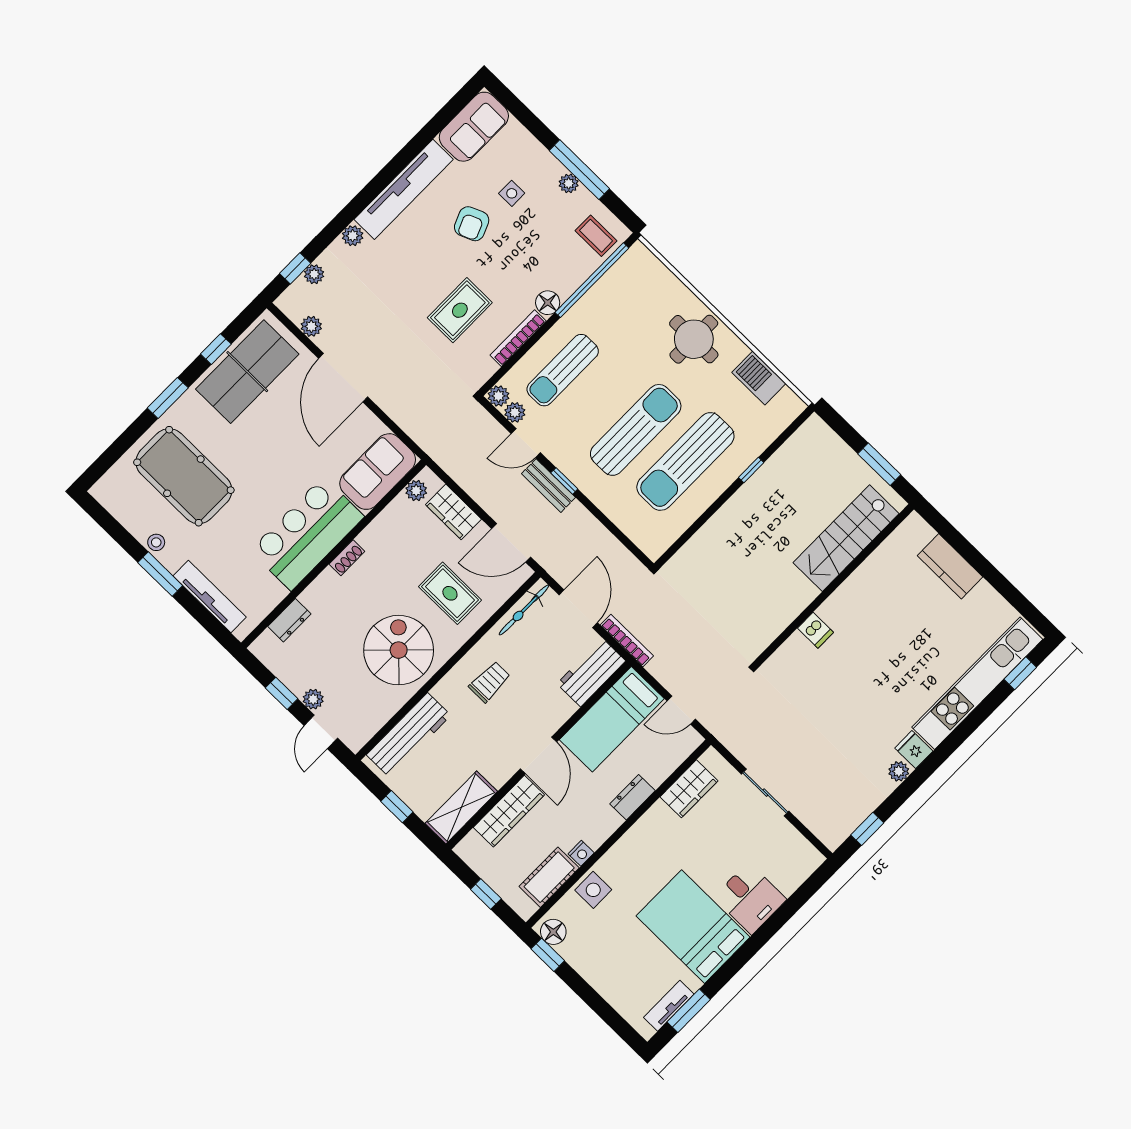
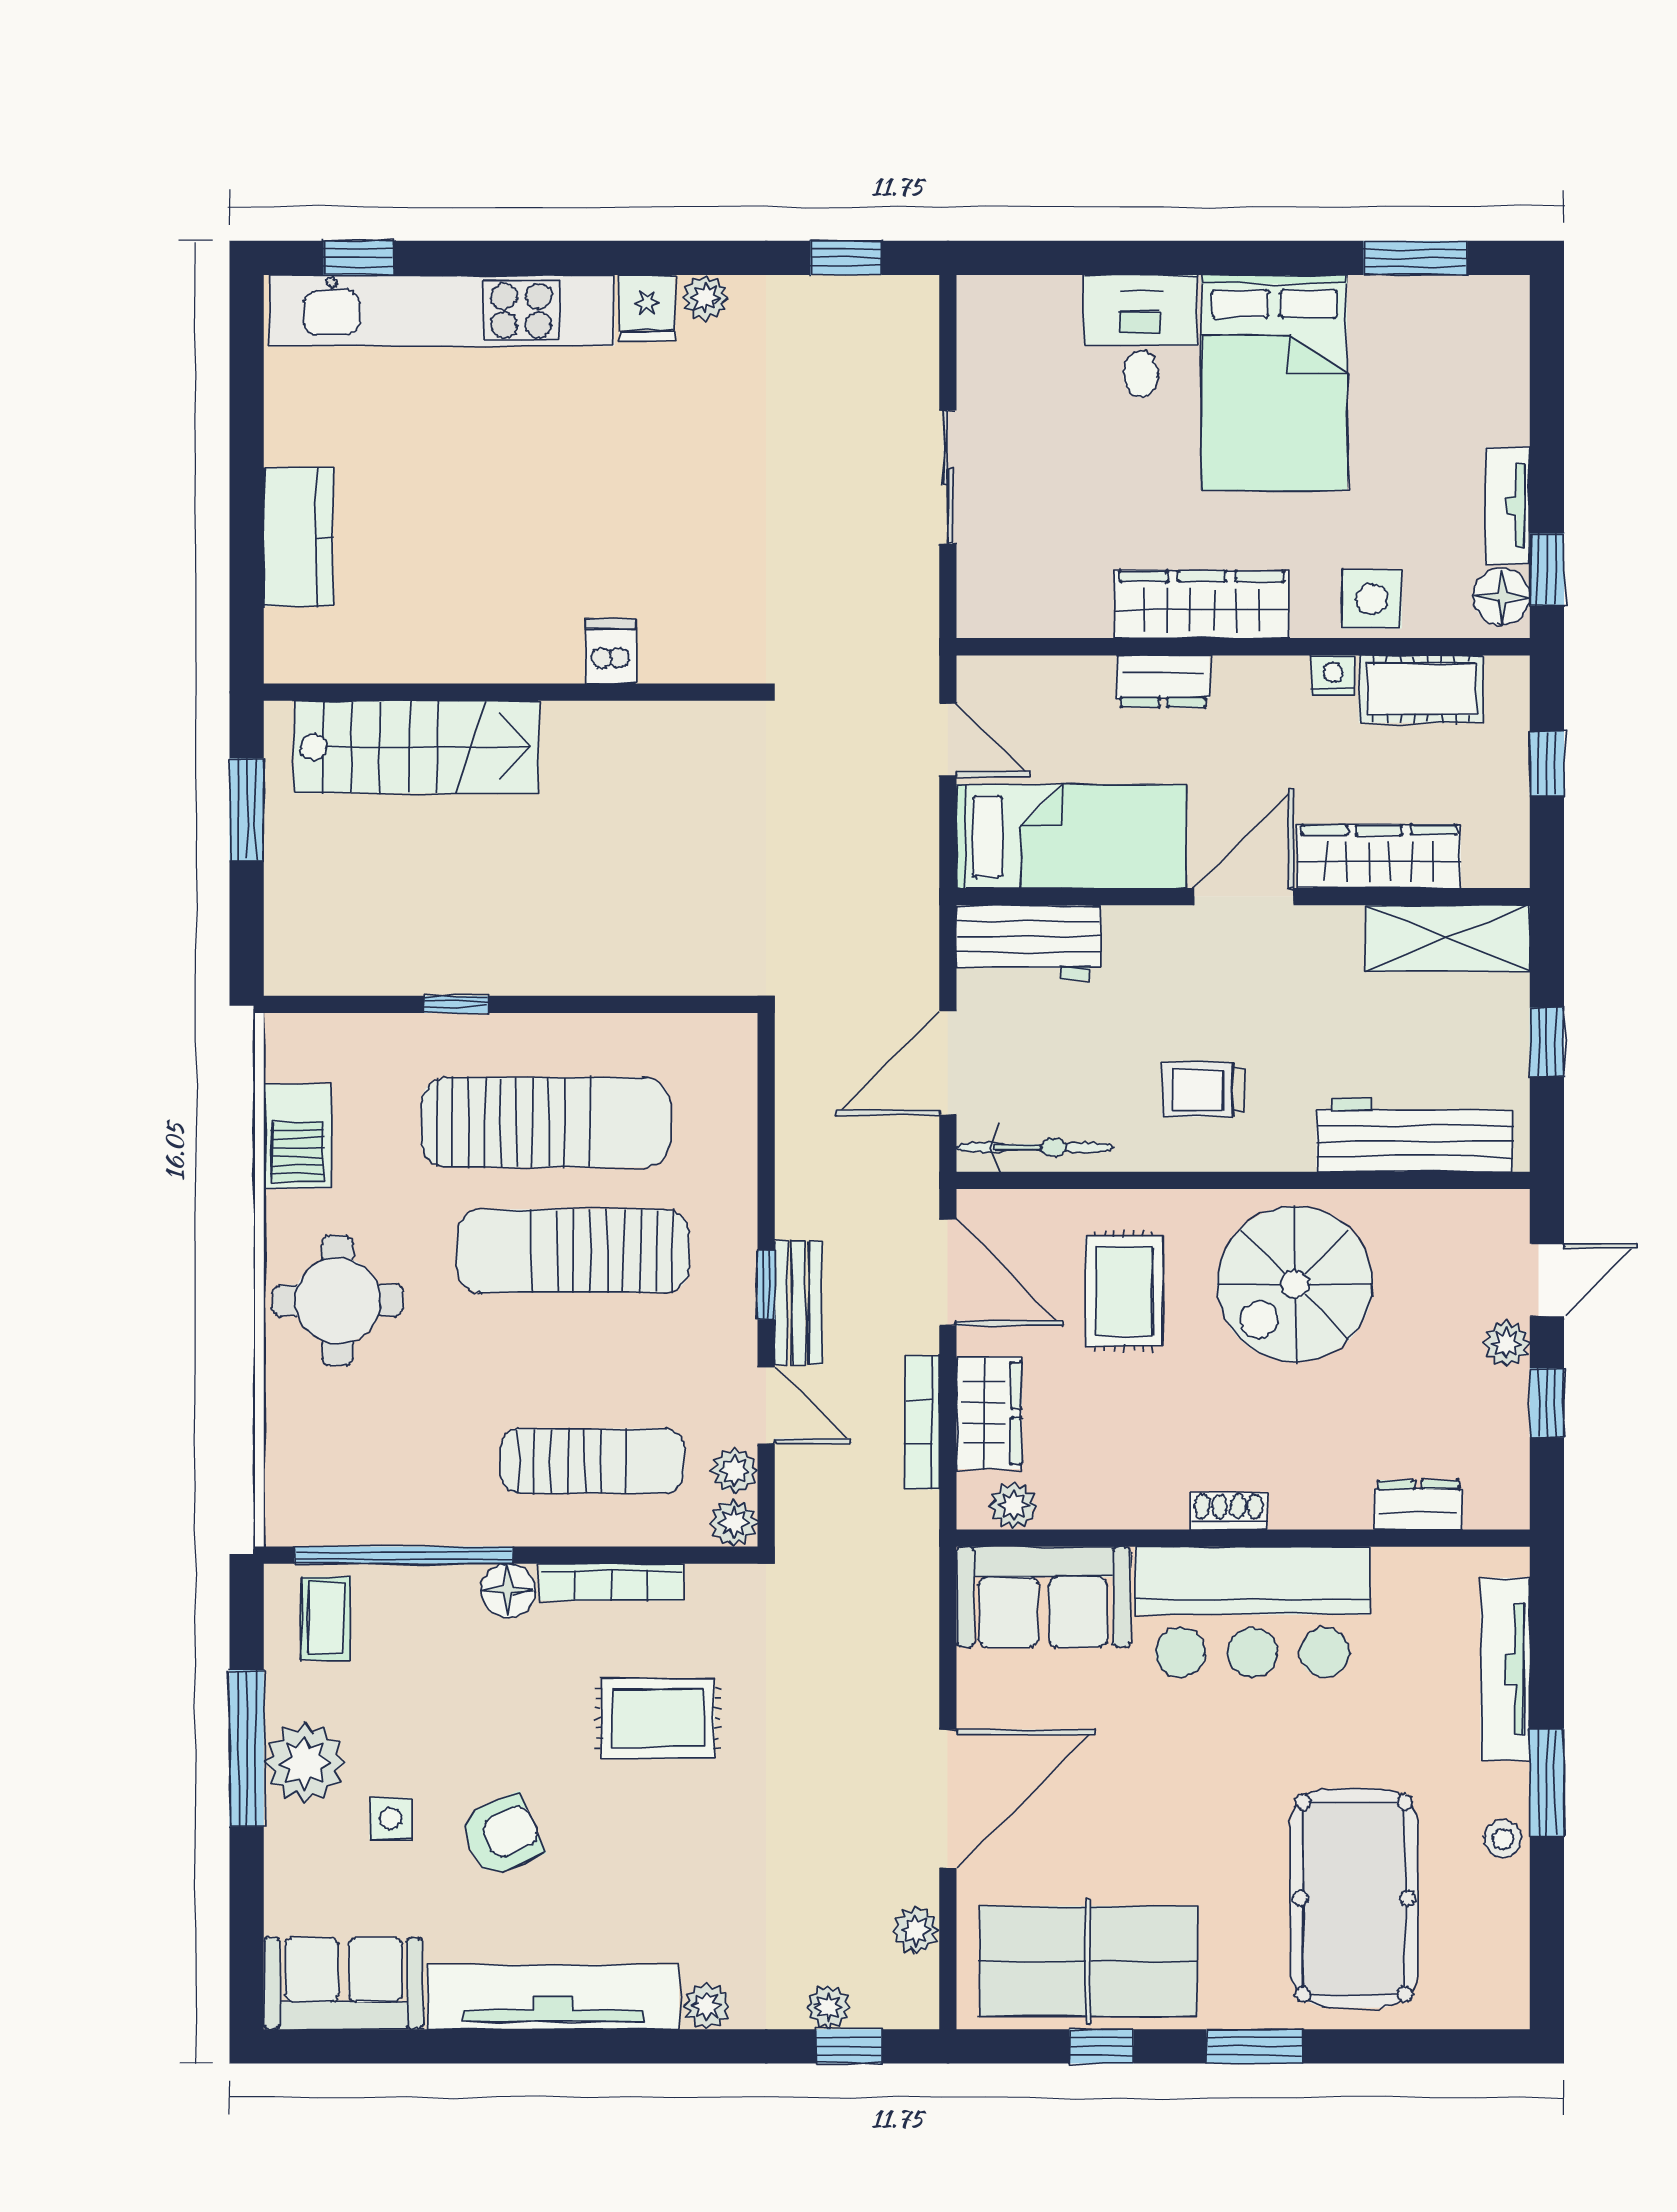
plant: (569, 183) -> (305, 1763), width x1.88, depth x1.88
bookcase: (627, 640) -> (922, 1422), moved
wardrobe: (689, 789) -> (1202, 604), moved, width x1.50
tv unit: (669, 1006) -> (1508, 506), moved, turned 90

